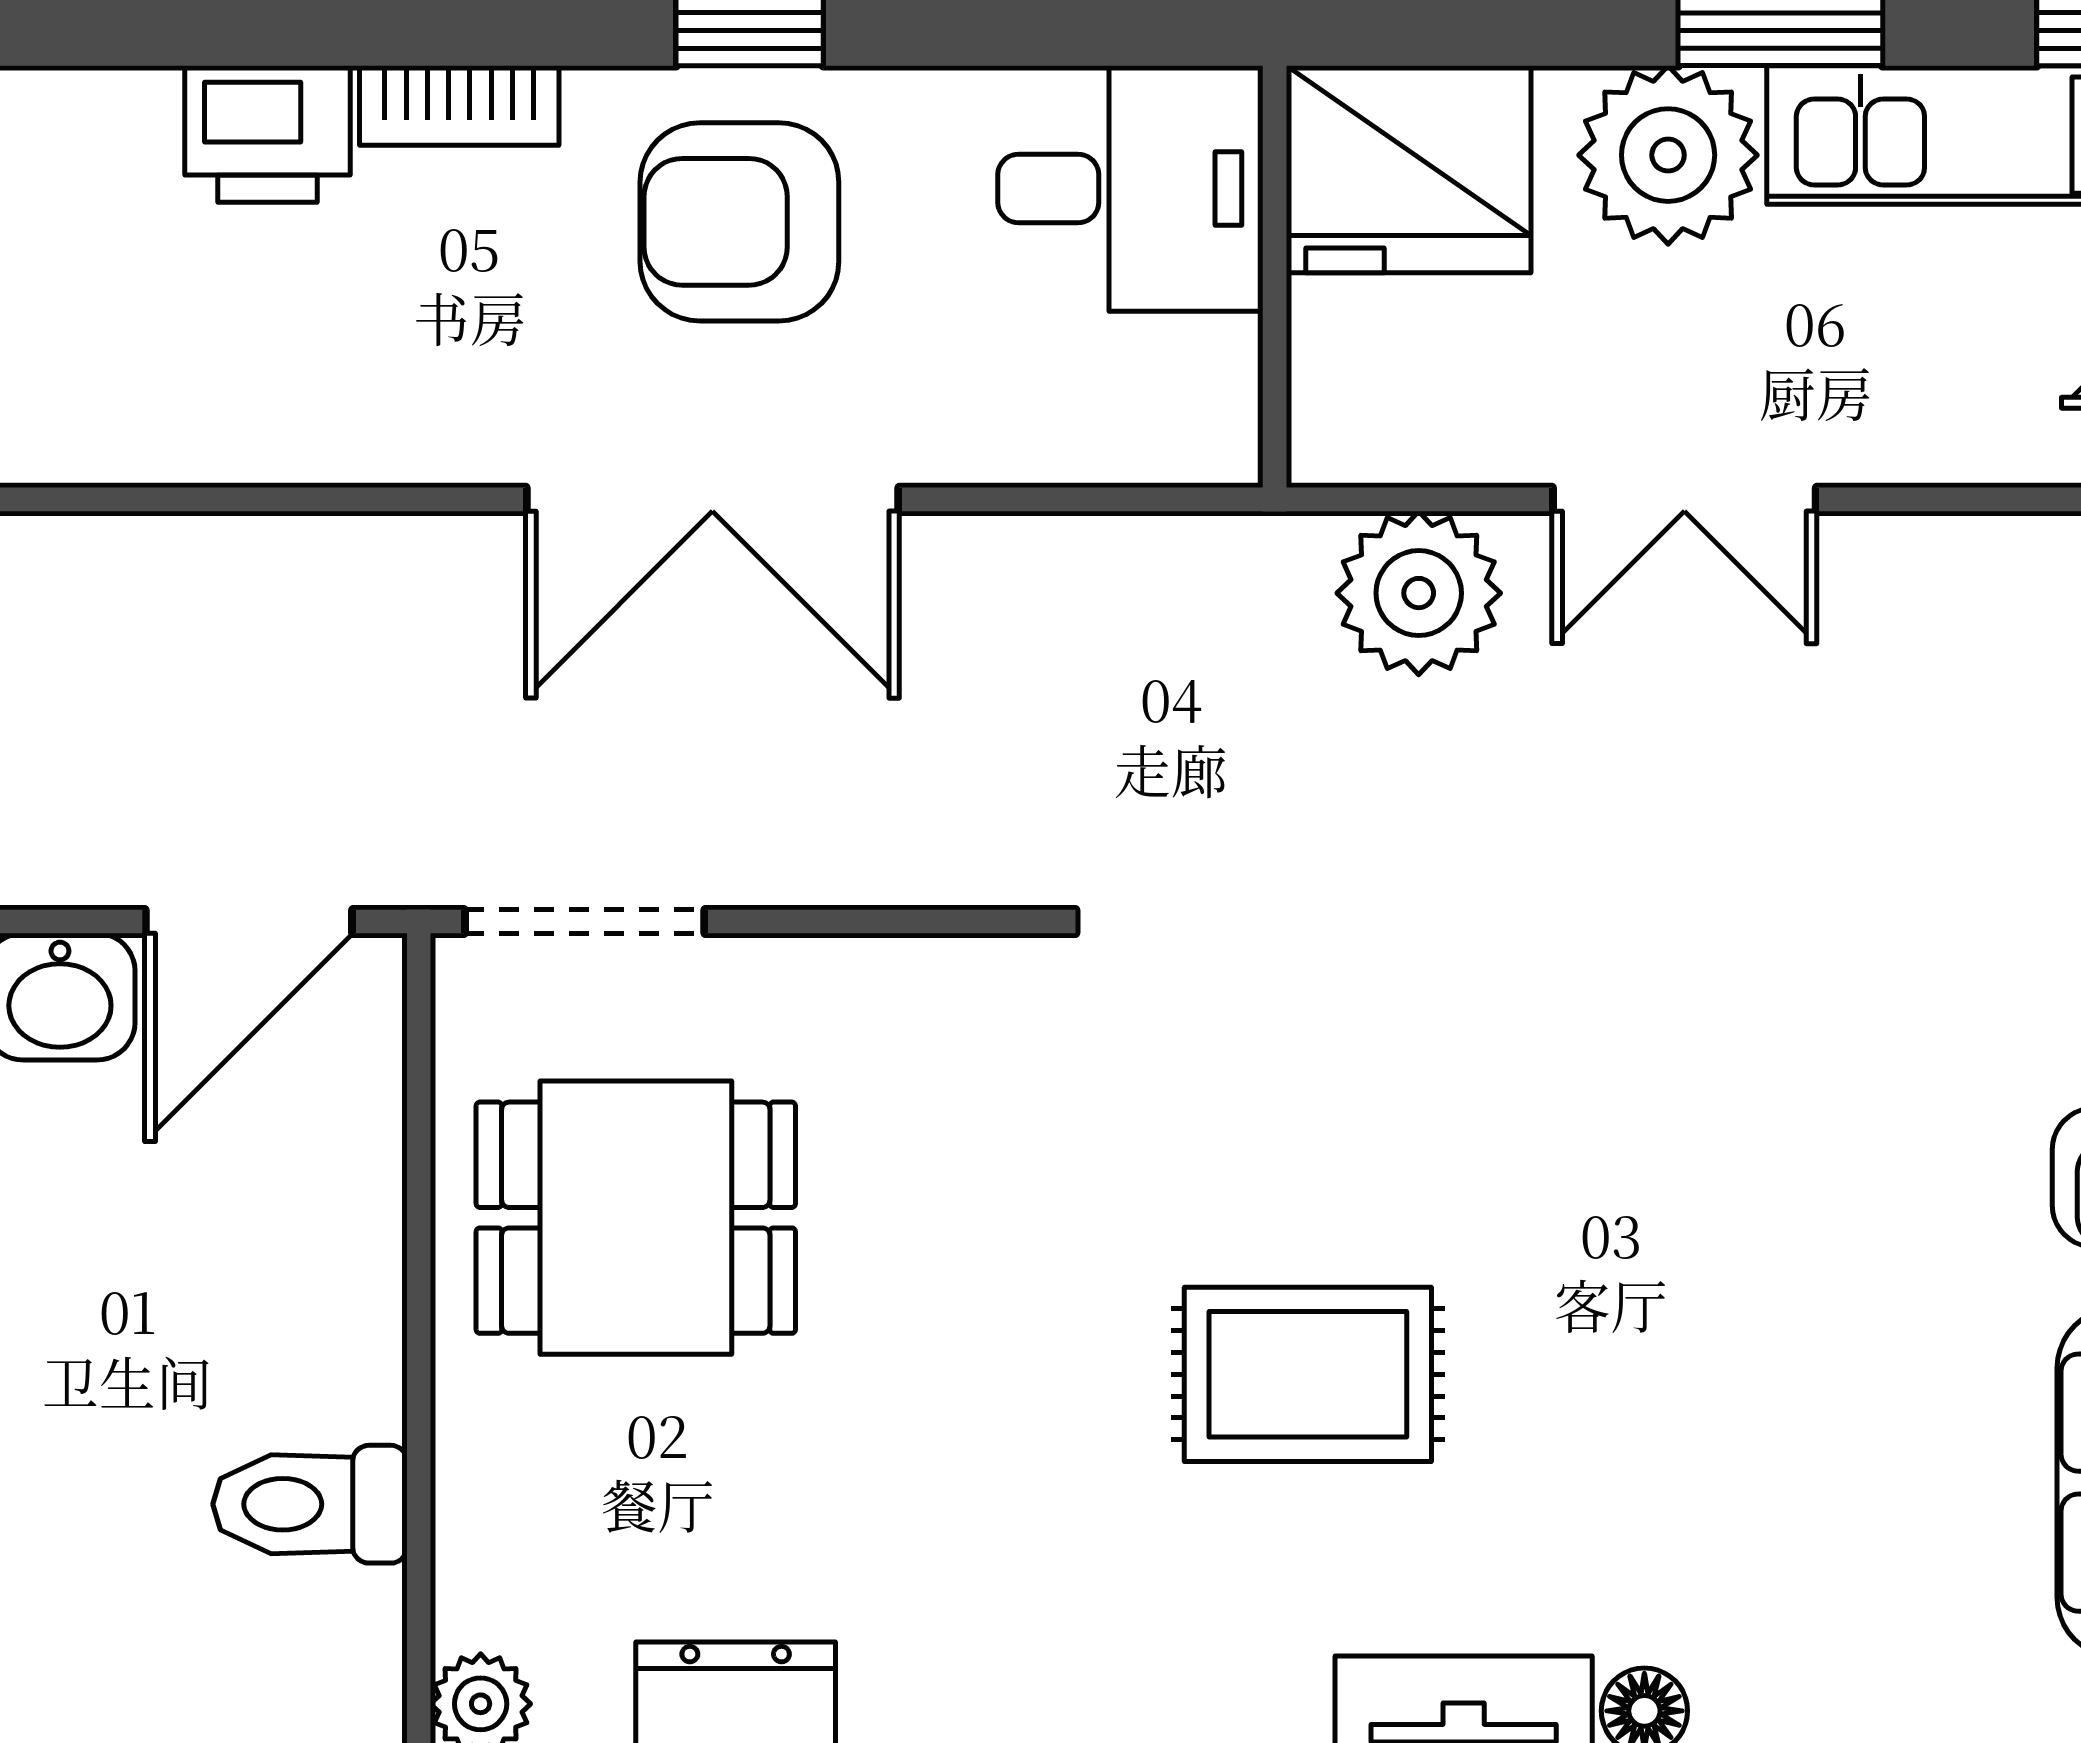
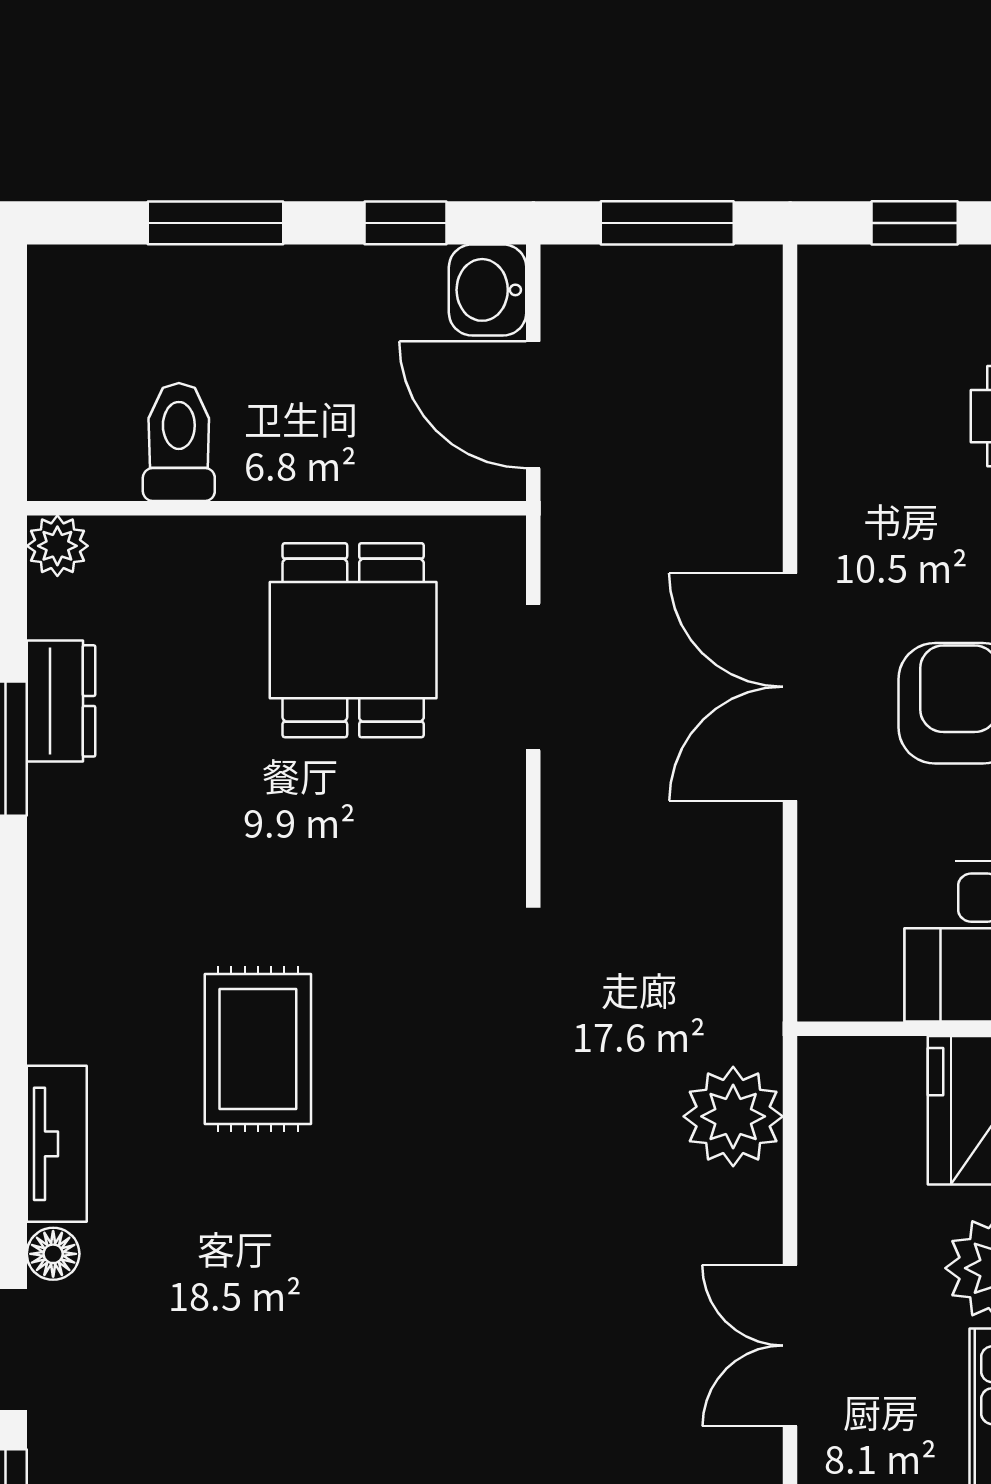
double door: (1684, 499) -> (790, 1346), moved
doorway: (585, 921) -> (533, 677), moved

